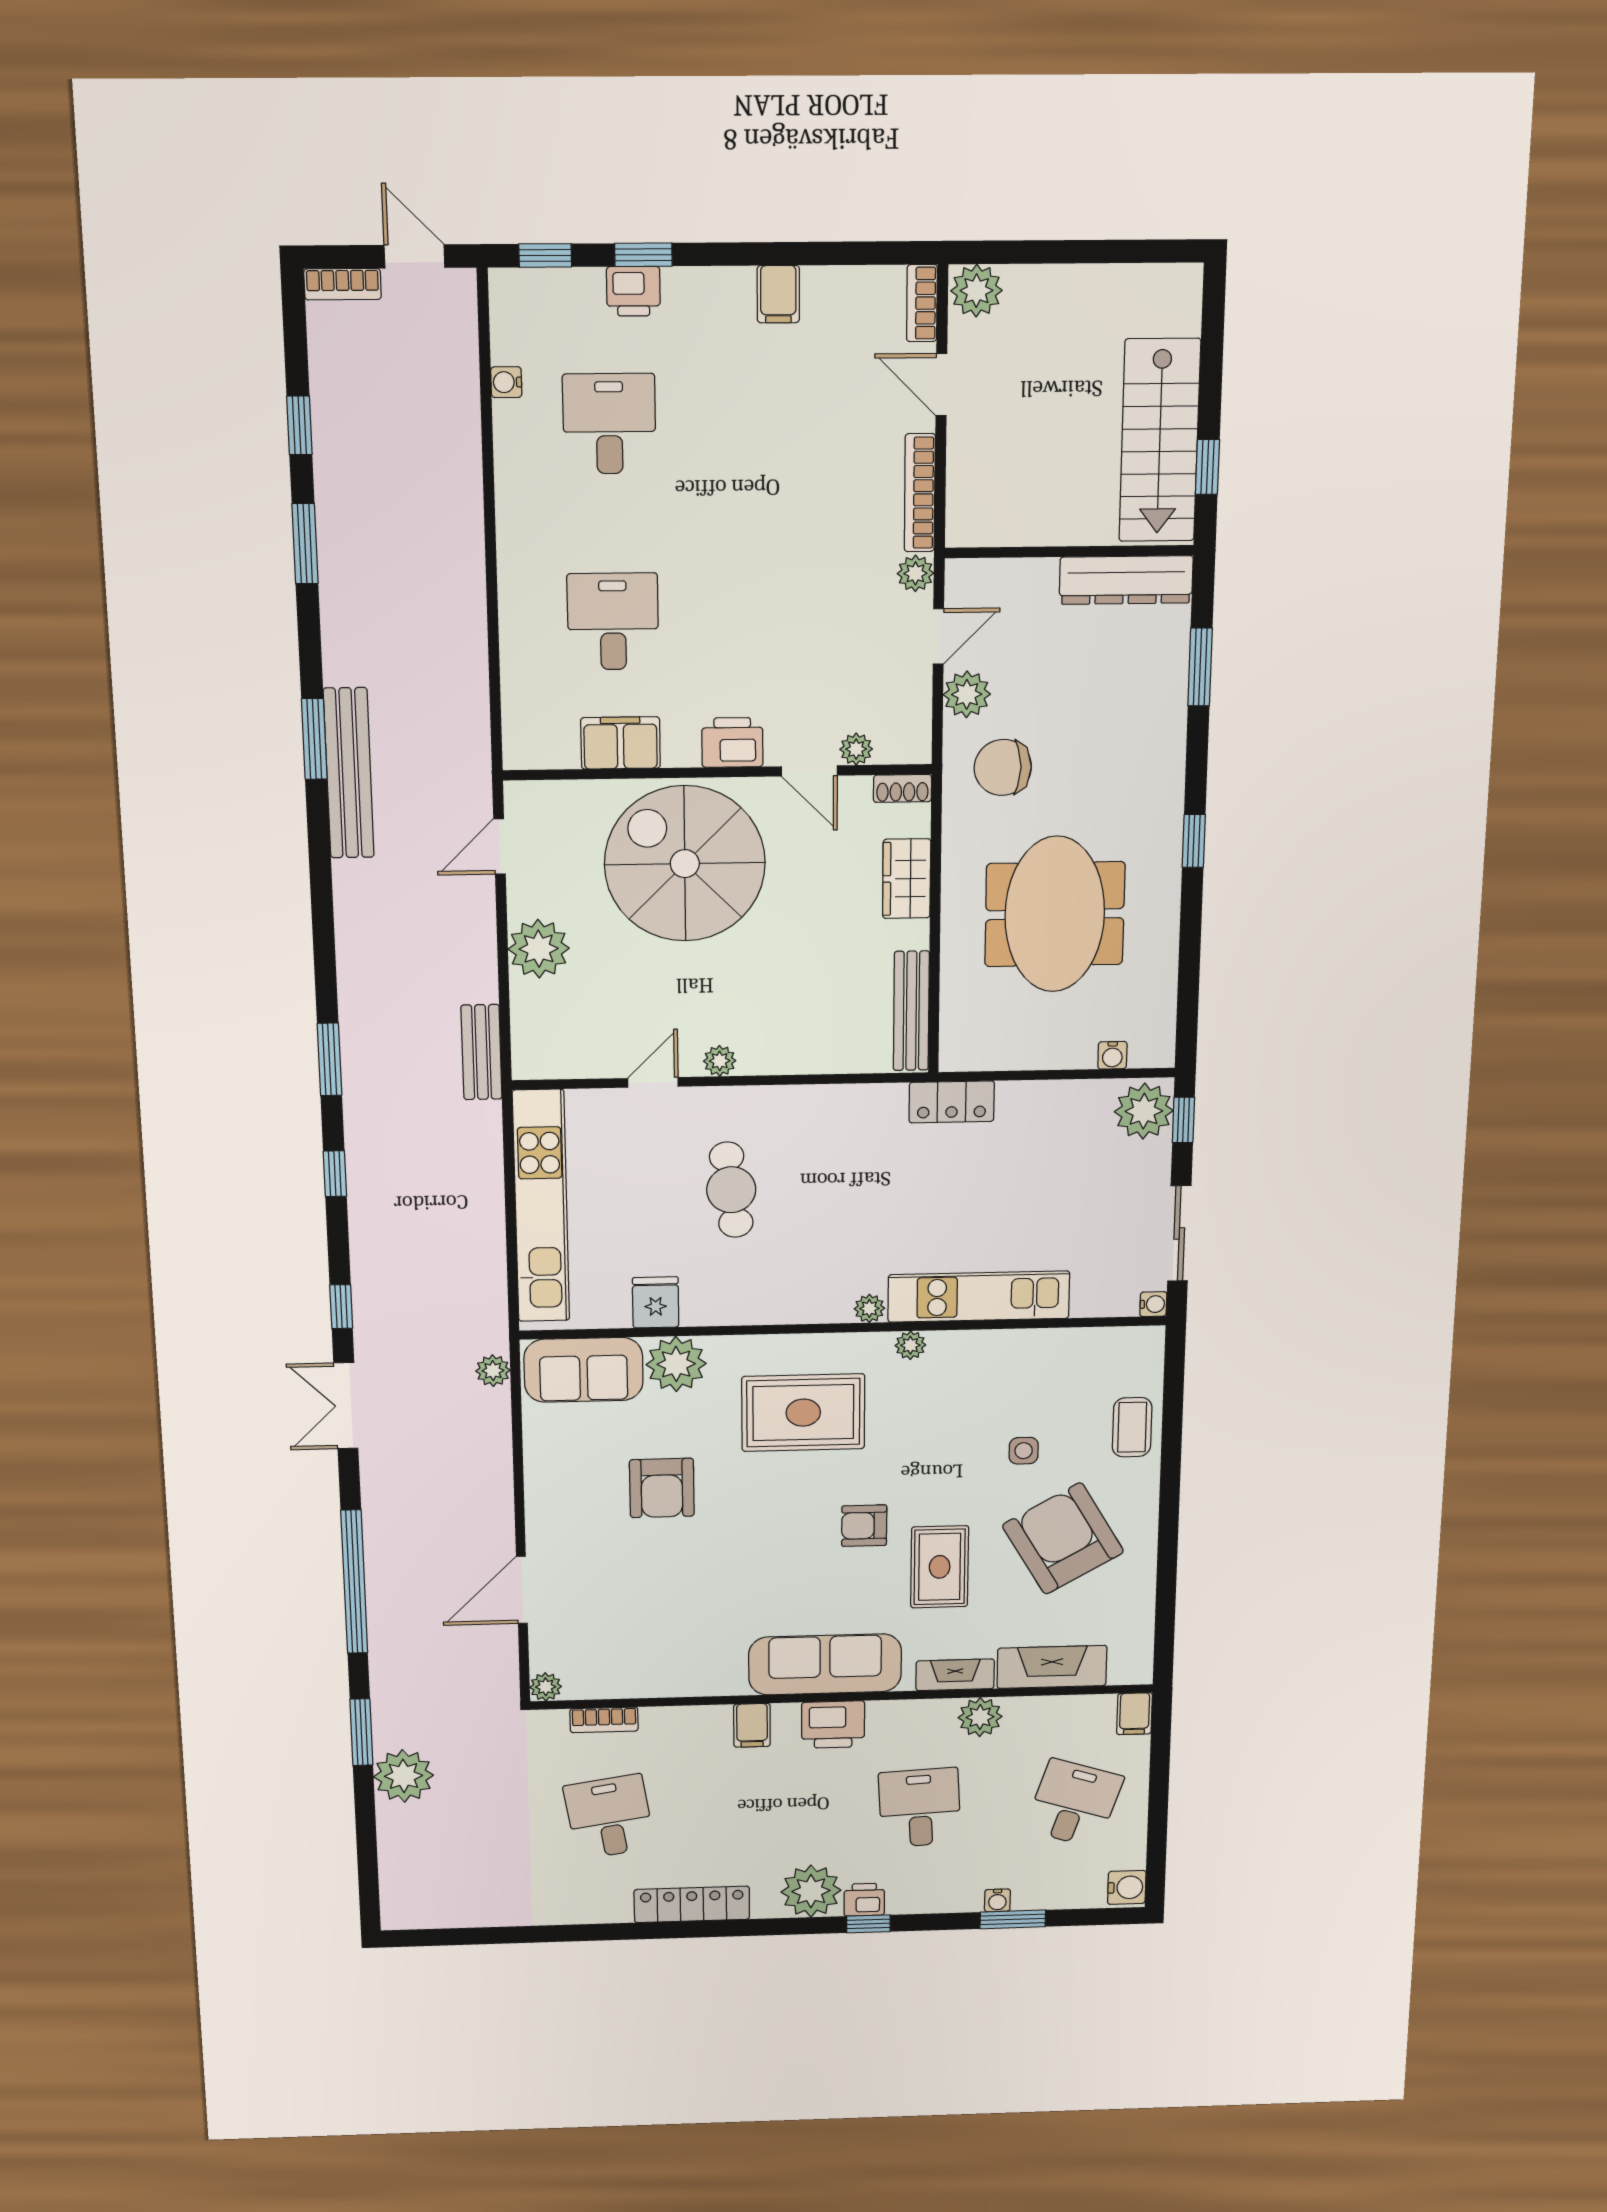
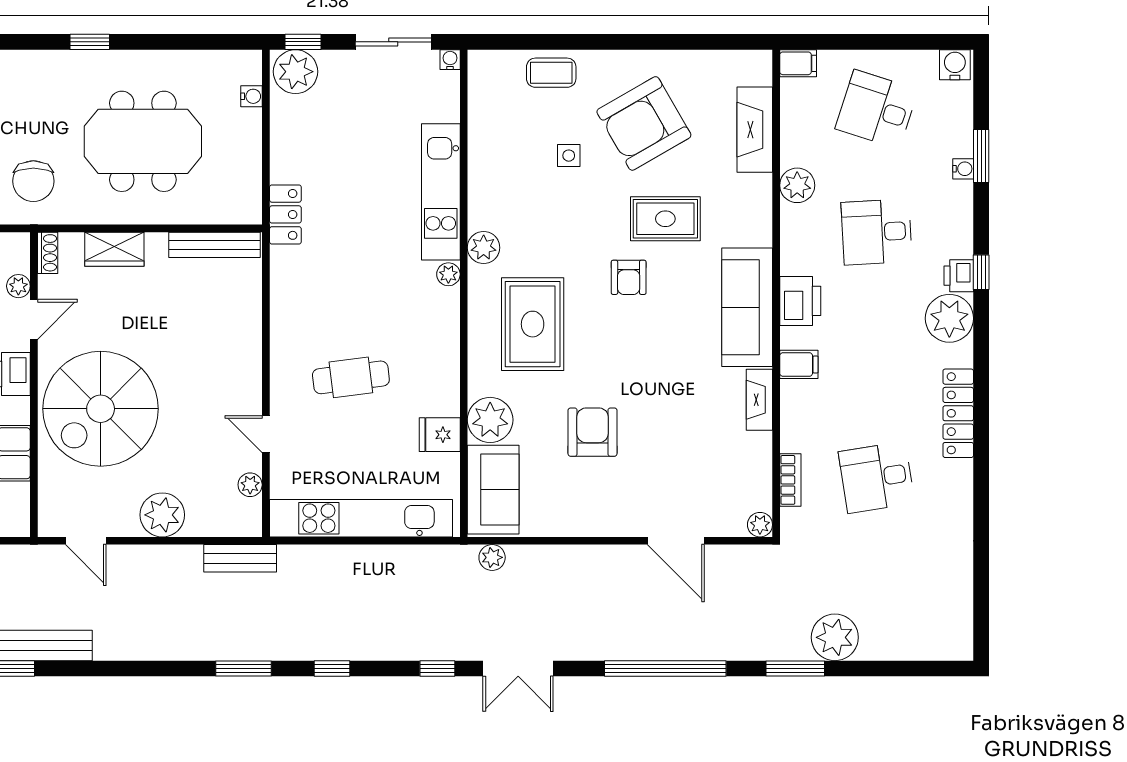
plant: (720, 1061) -> (250, 485), moved
plant: (910, 1345) -> (484, 248), width x1.38, depth x1.38
armchair: (662, 1488) -> (593, 432), turned -90
fireplace: (955, 1675) -> (759, 400), moved

